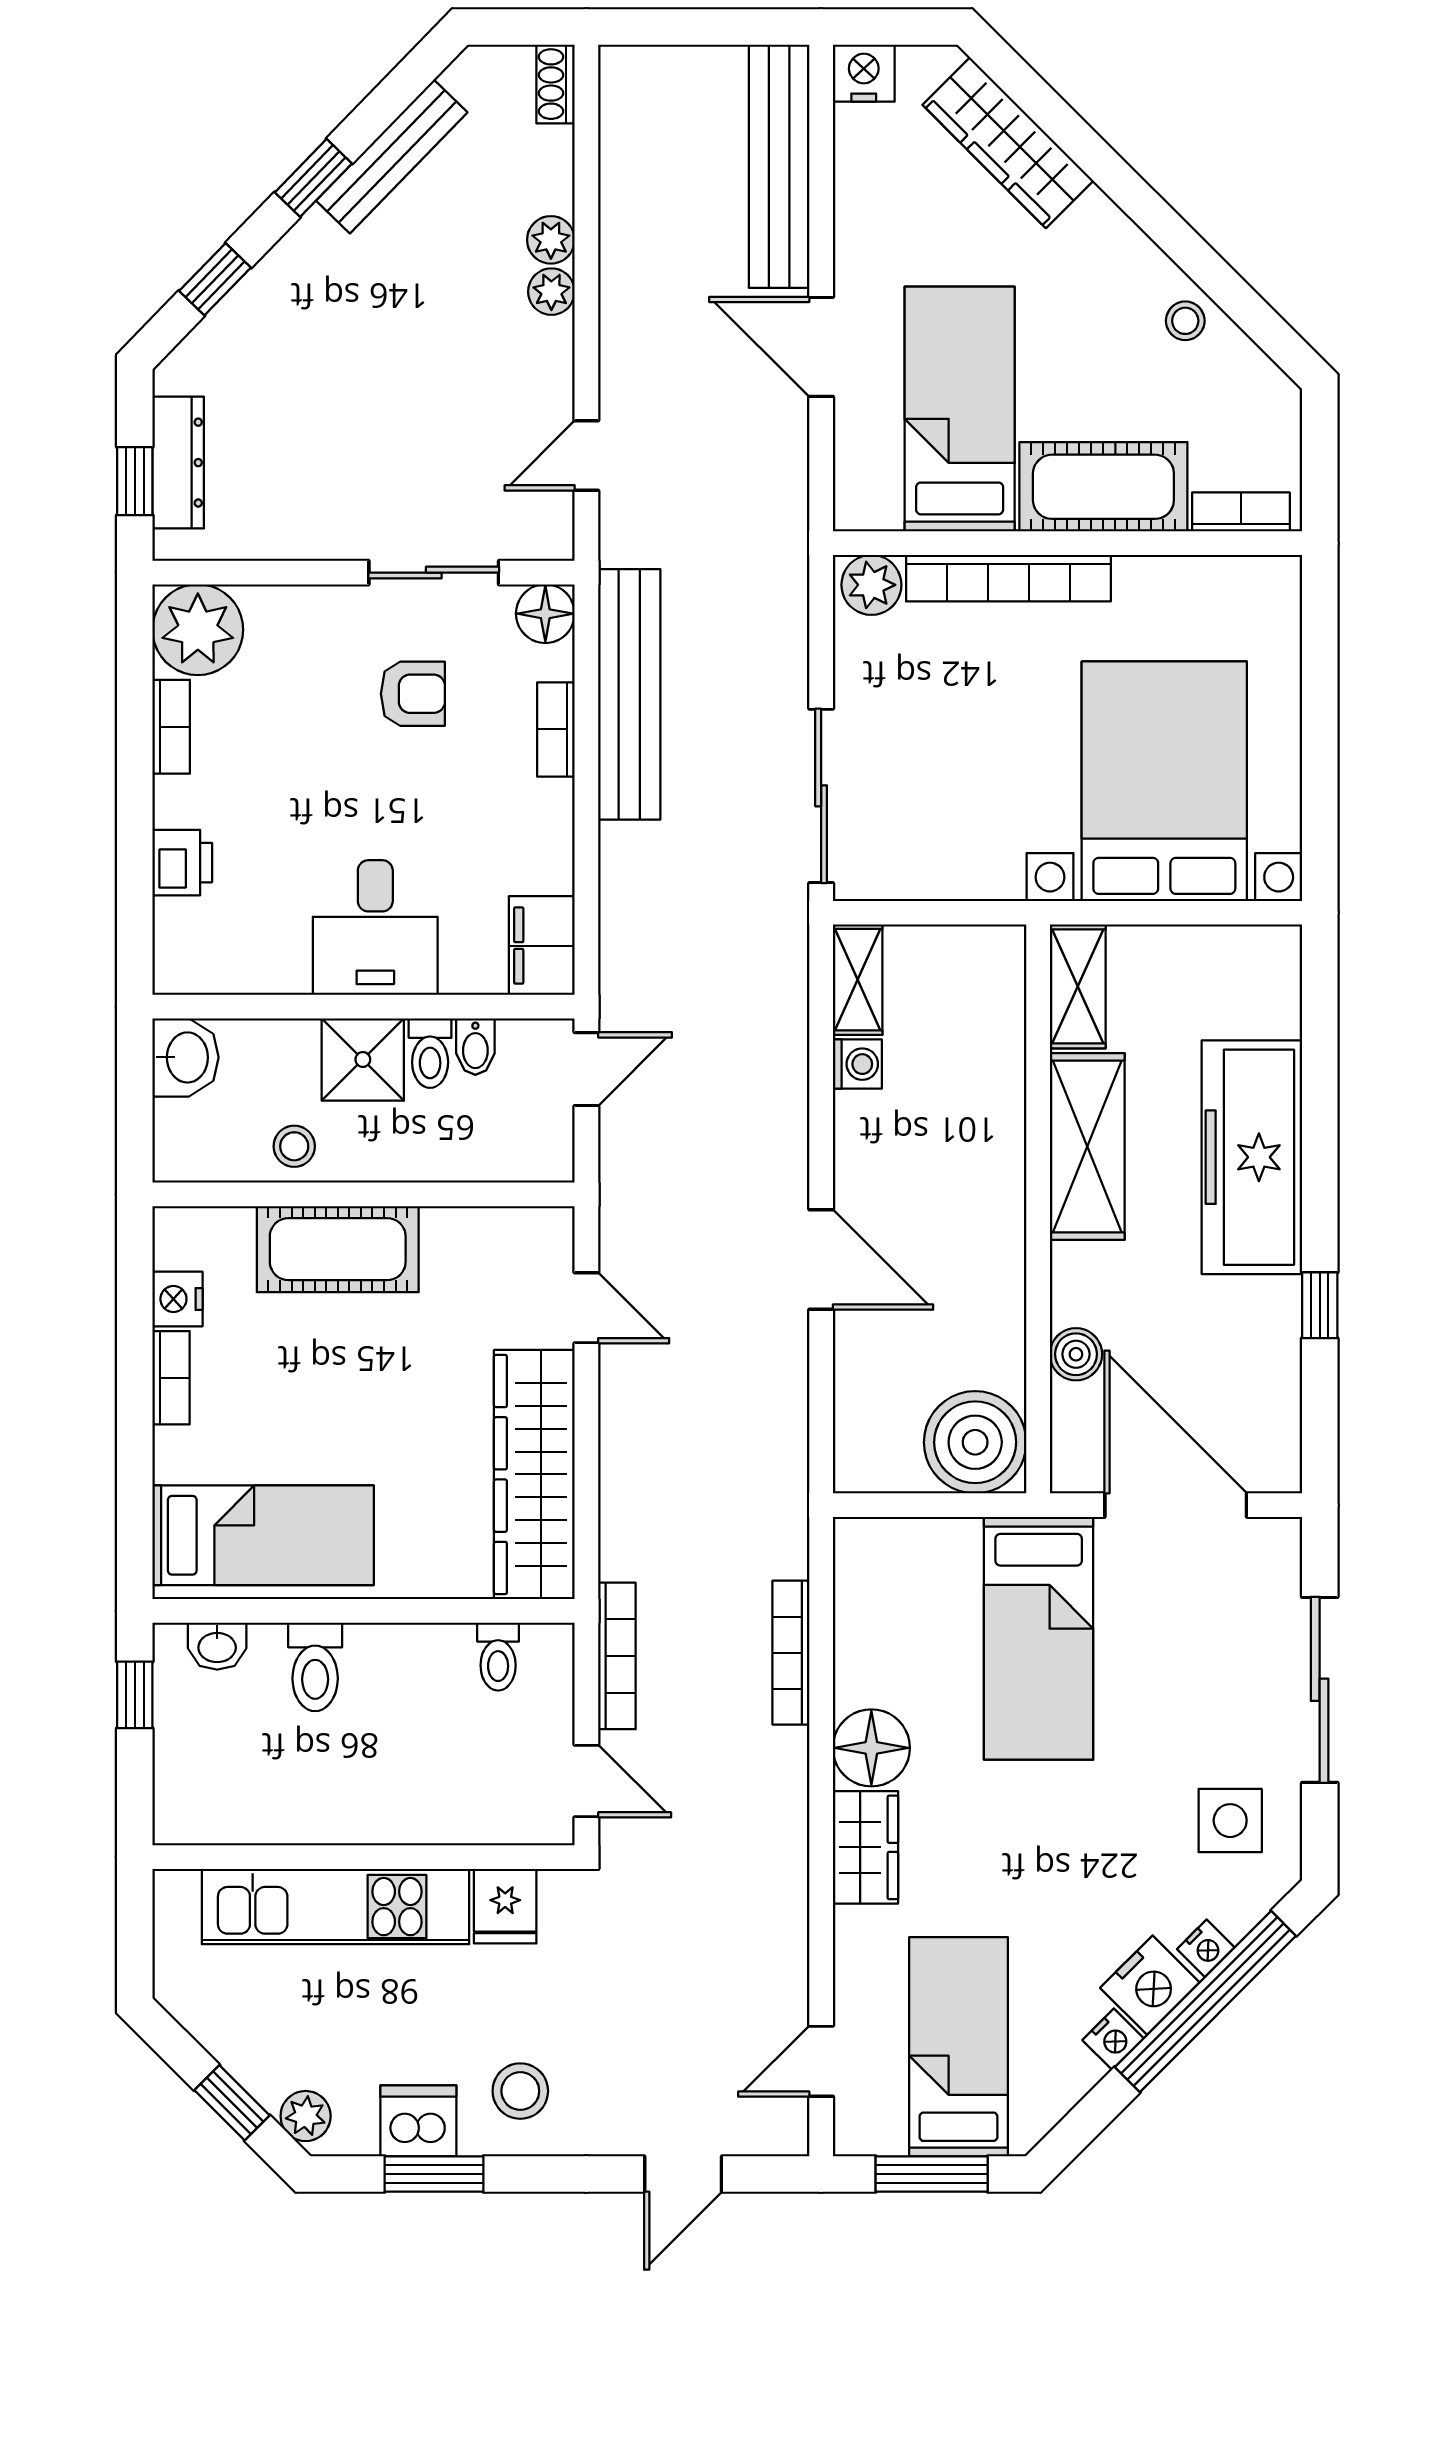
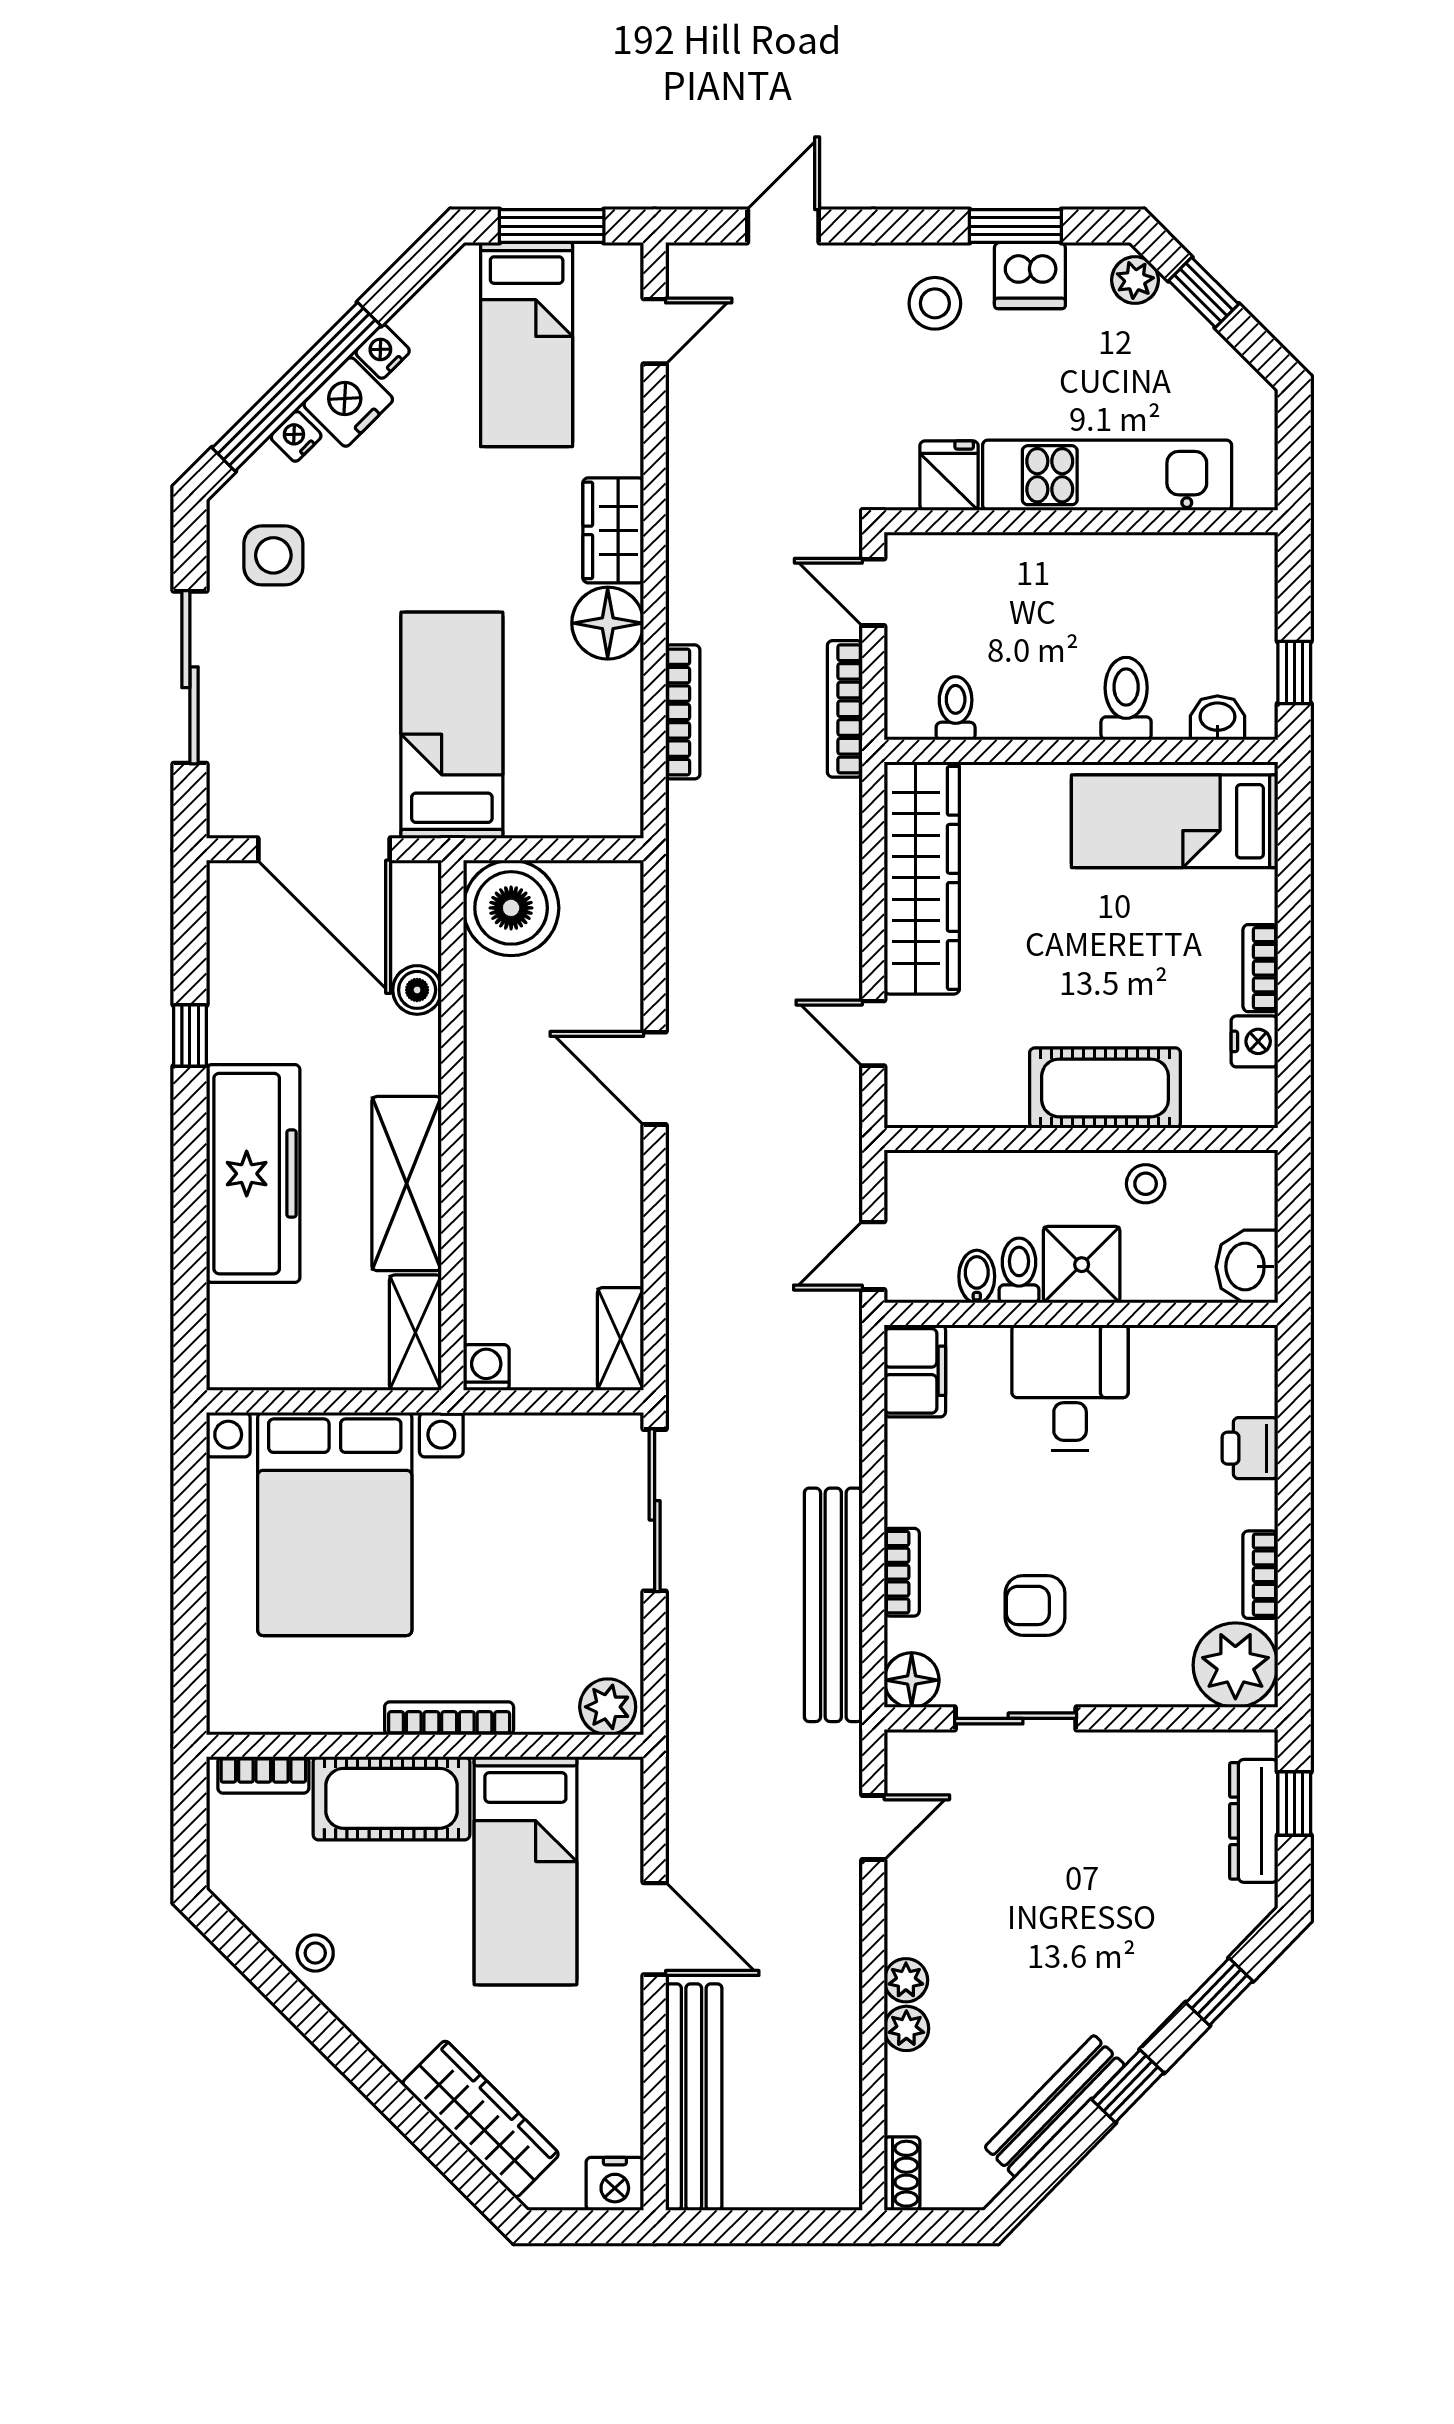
bookcase: (1008, 578) -> (449, 1718), width x0.68, depth x0.76
washing machine: (857, 1064) -> (486, 1368), moved, turned 90

